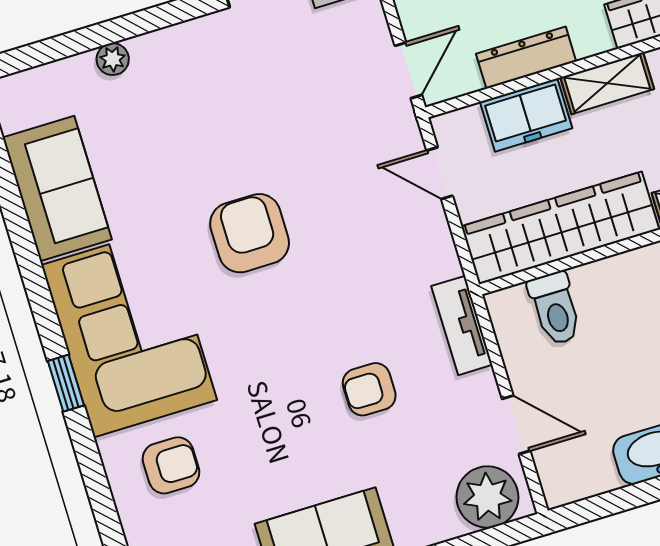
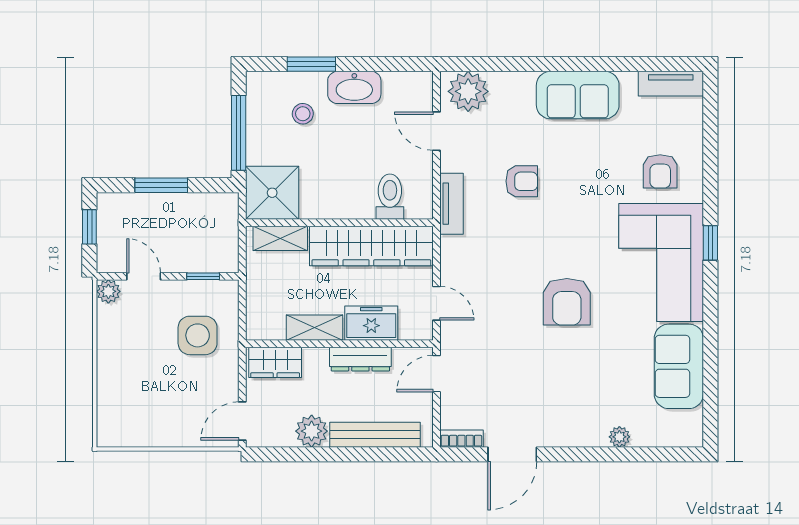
armchair: (171, 465) -> (660, 171), turned -90

